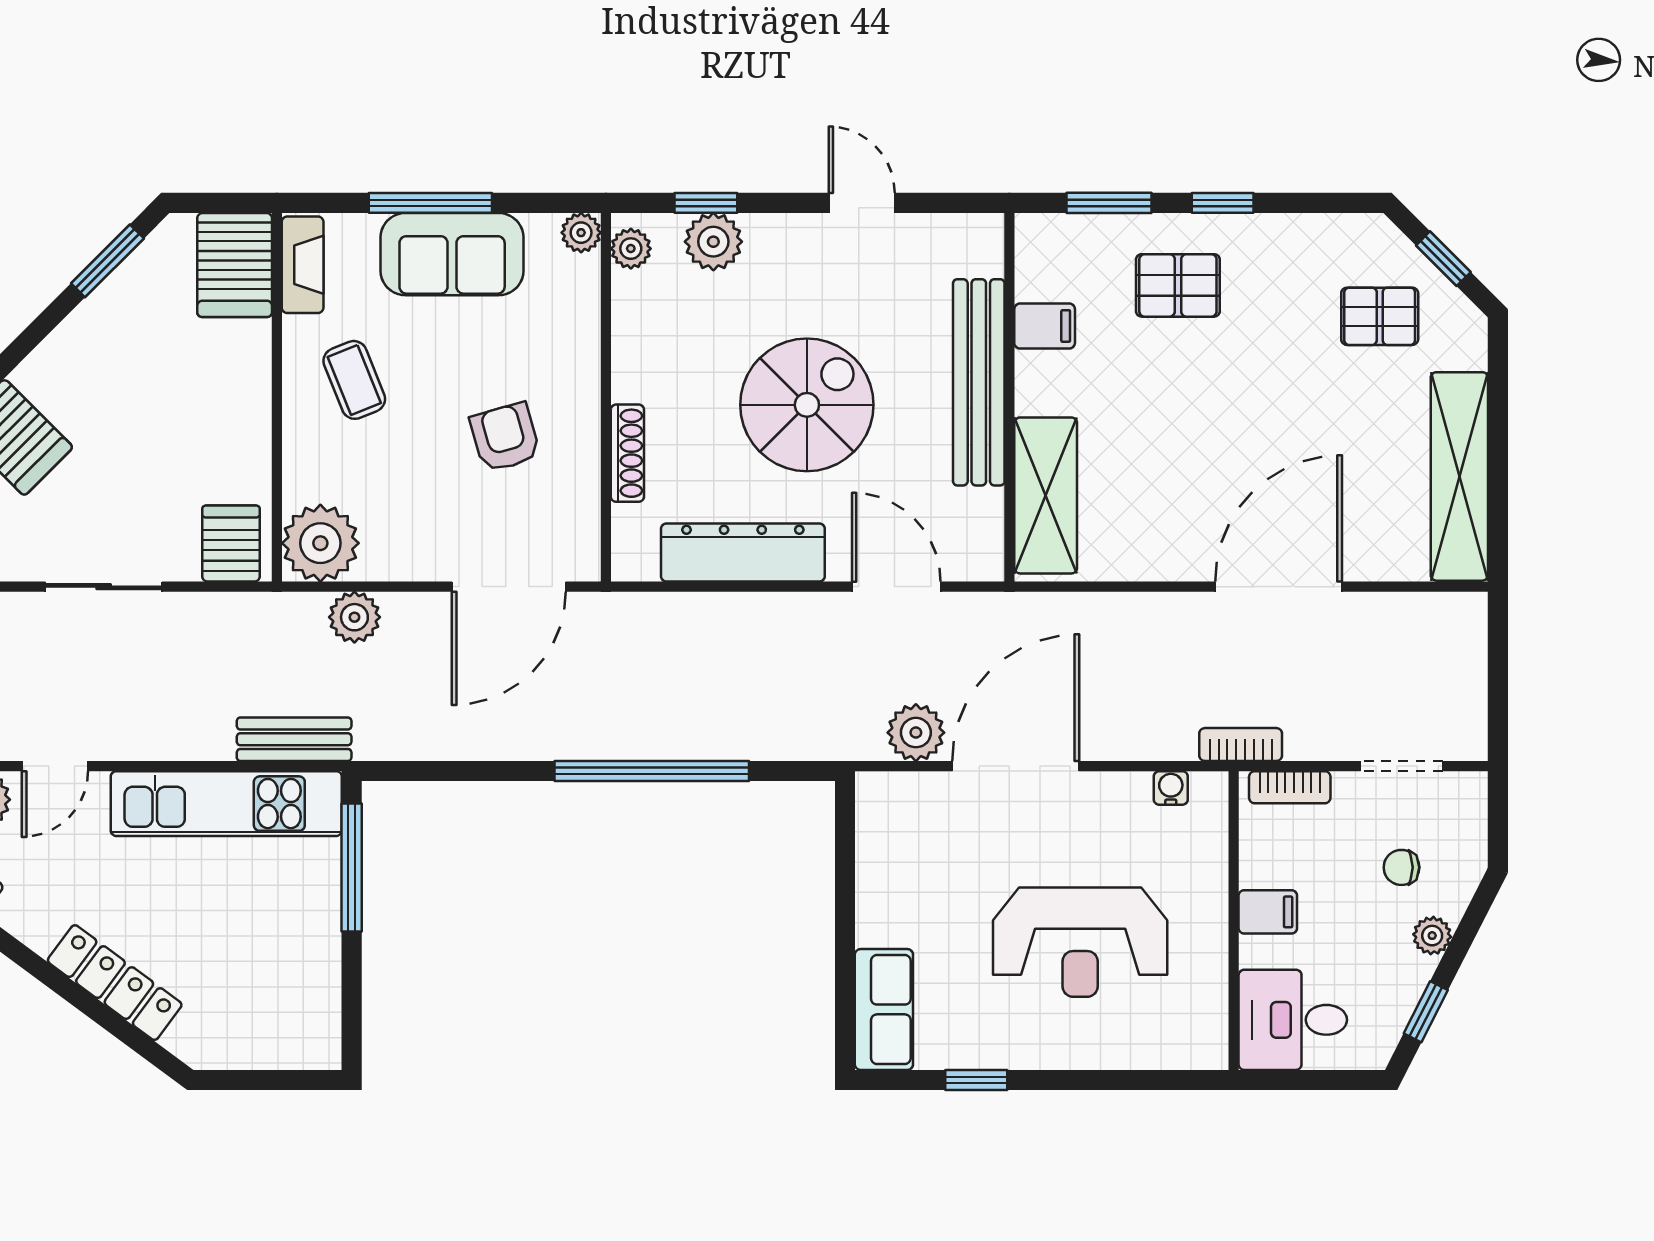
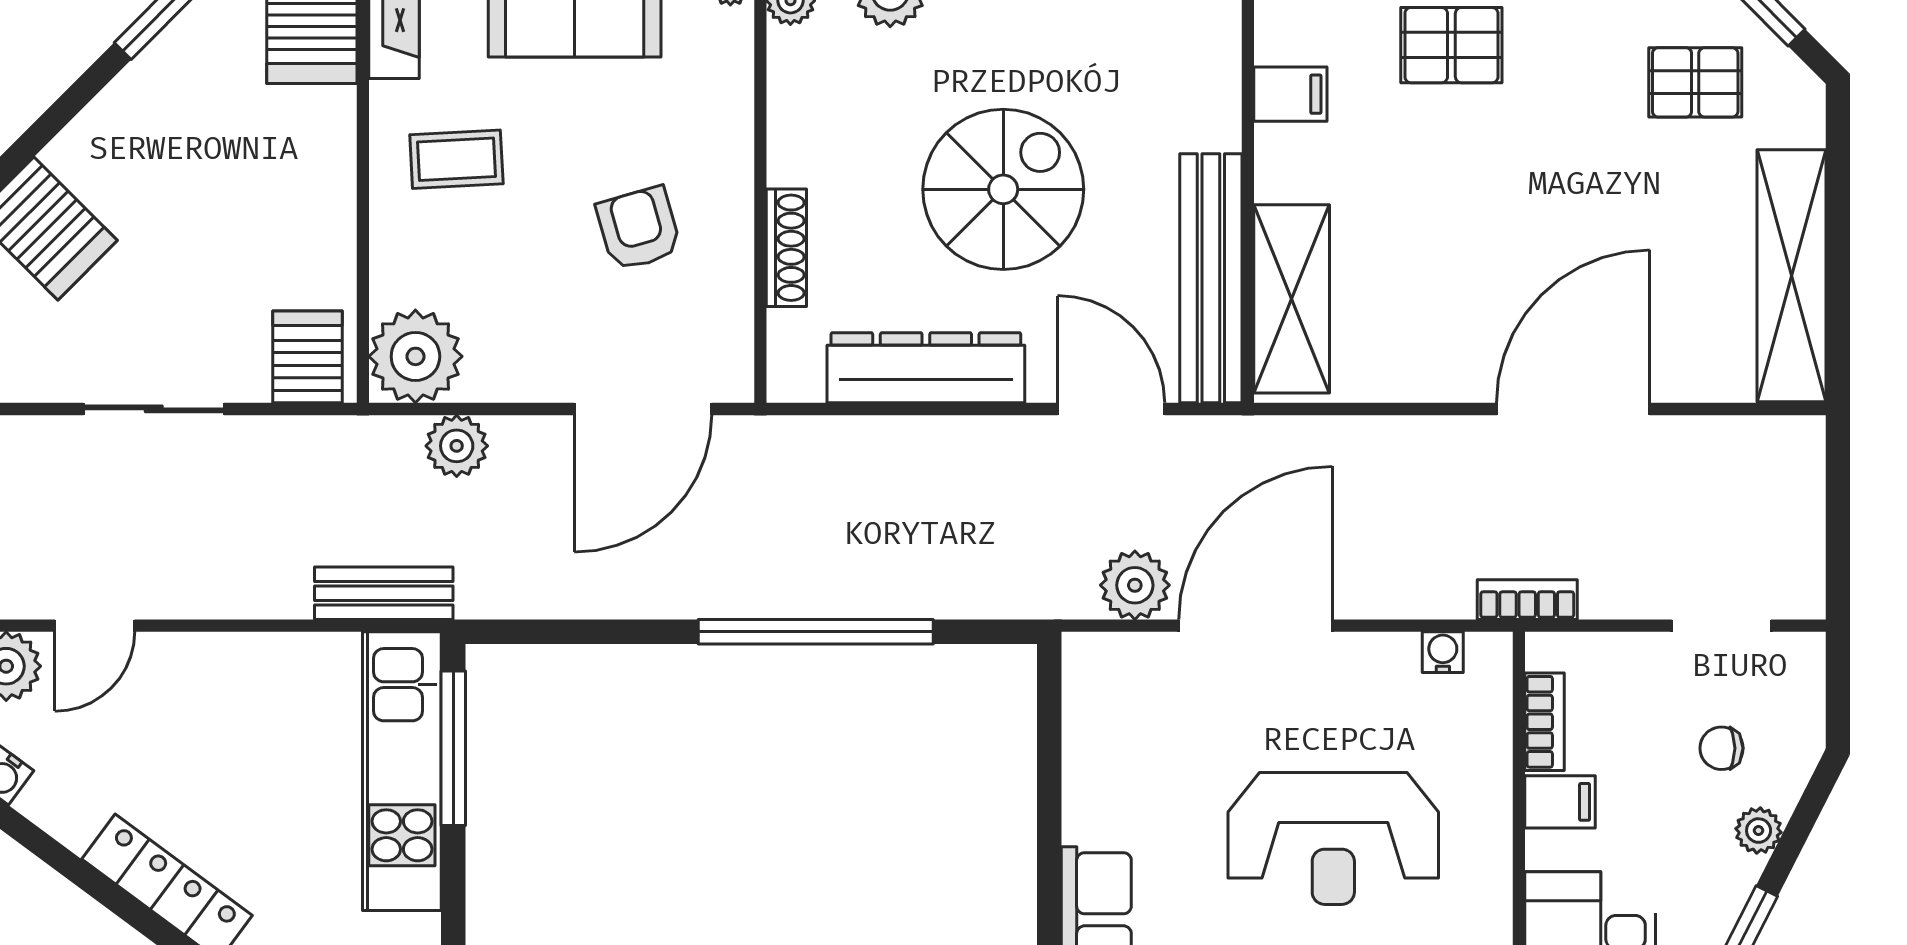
coffee table: (354, 380) -> (456, 159), turned -71
bench: (979, 382) -> (1211, 278), moved
bookcase: (1290, 787) -> (1544, 722), moved, turned -90
kitchen unit: (226, 804) -> (402, 771), moved, turned 90

